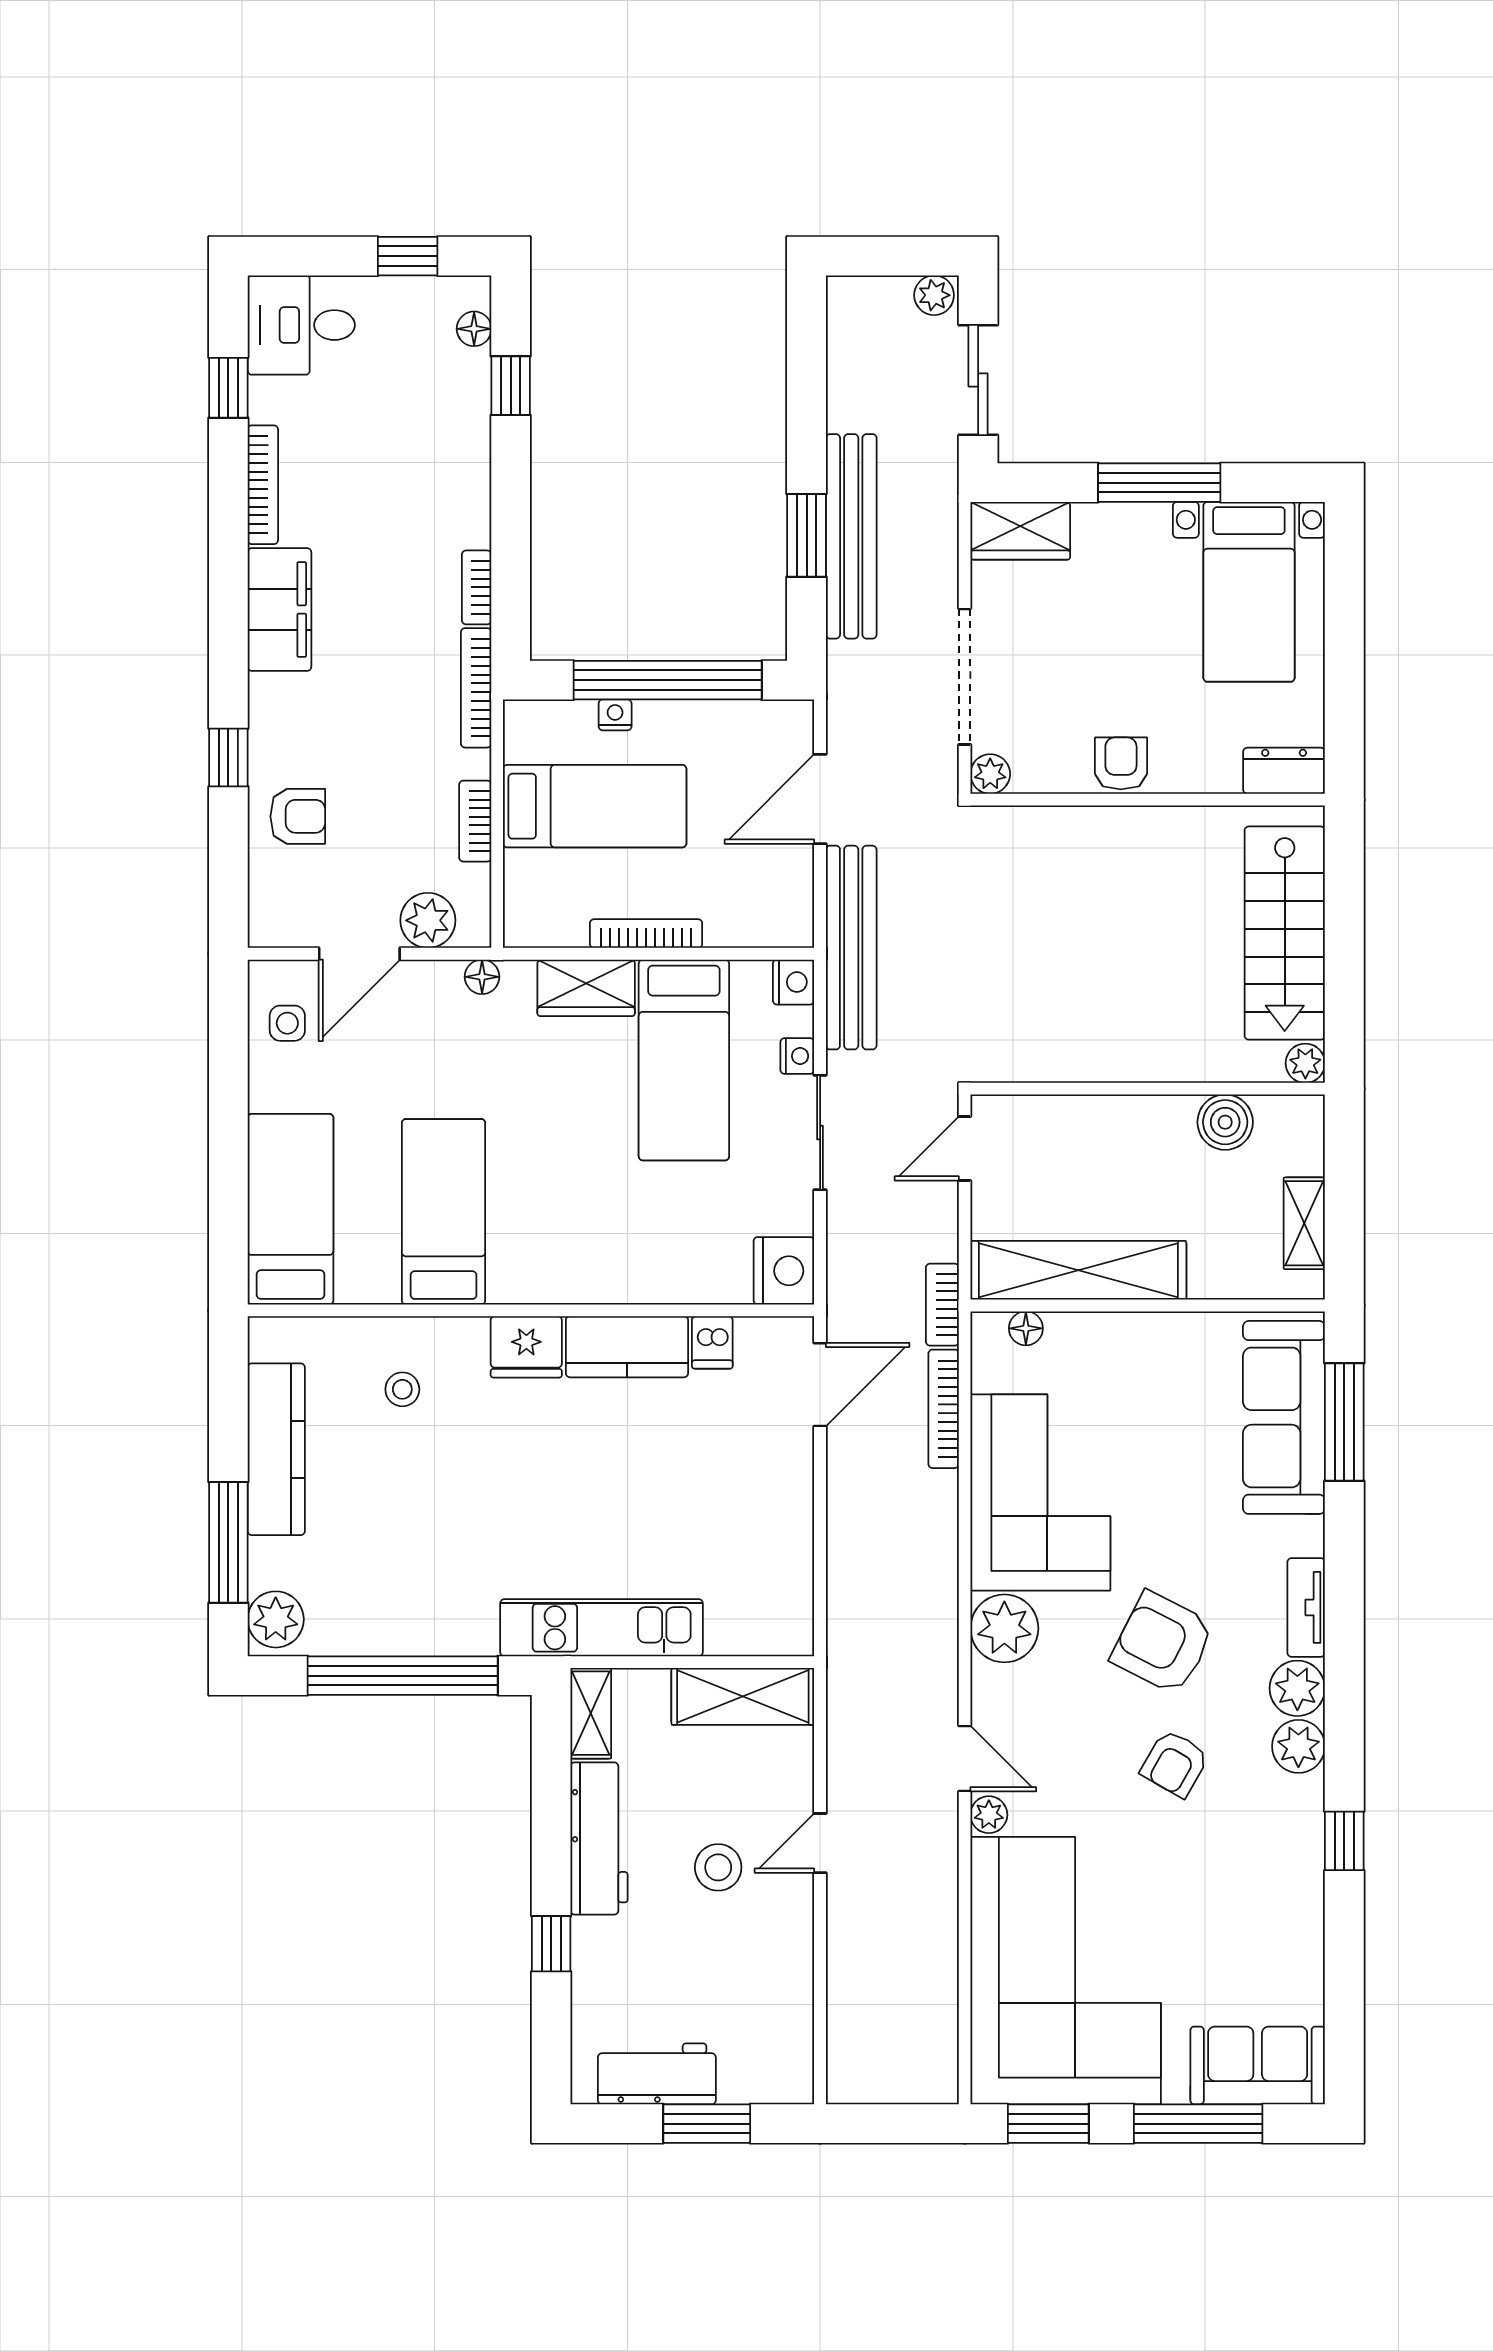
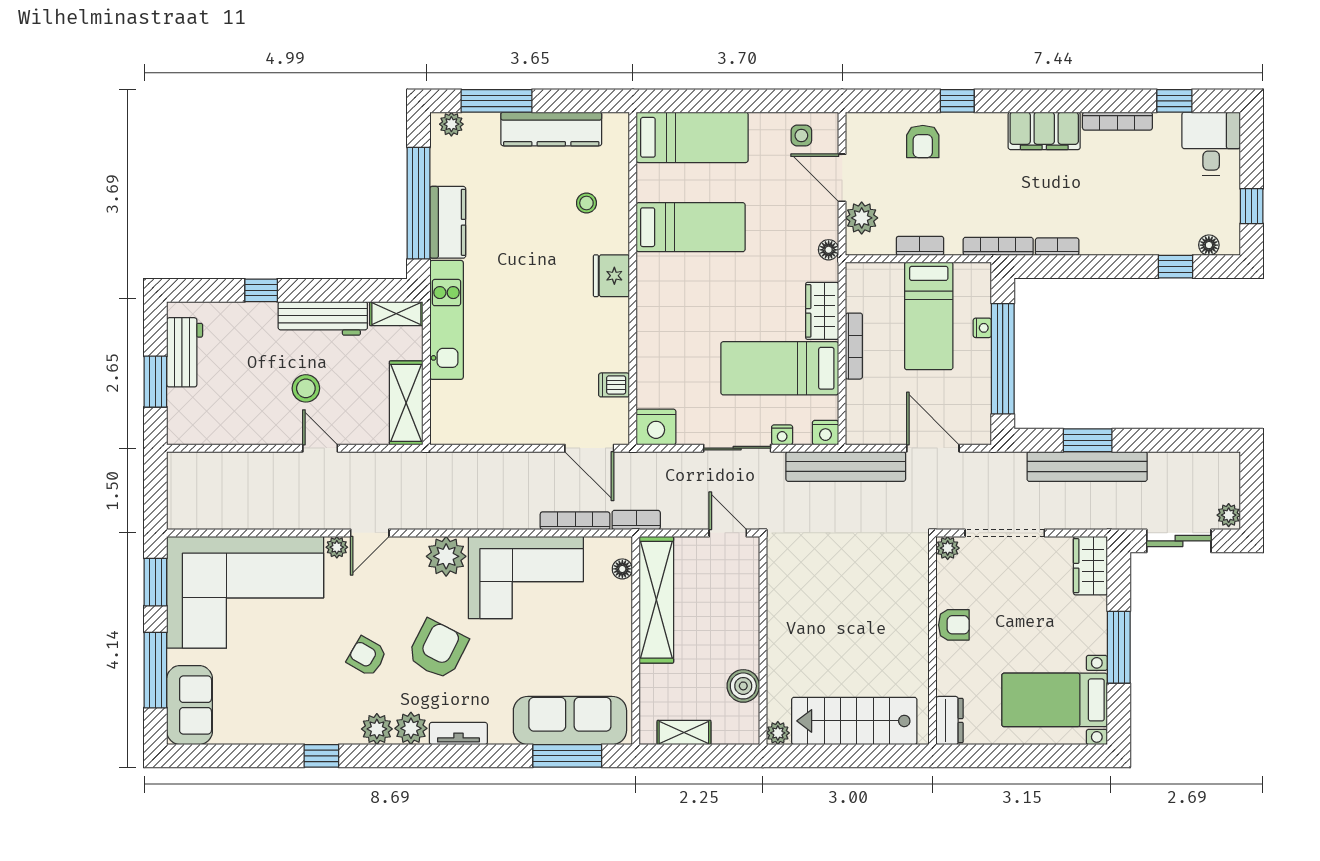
kitchen counter: (627, 1347) -> (448, 222), moved, turned 180
plant: (276, 1619) -> (451, 124), width x0.73, depth x0.73

